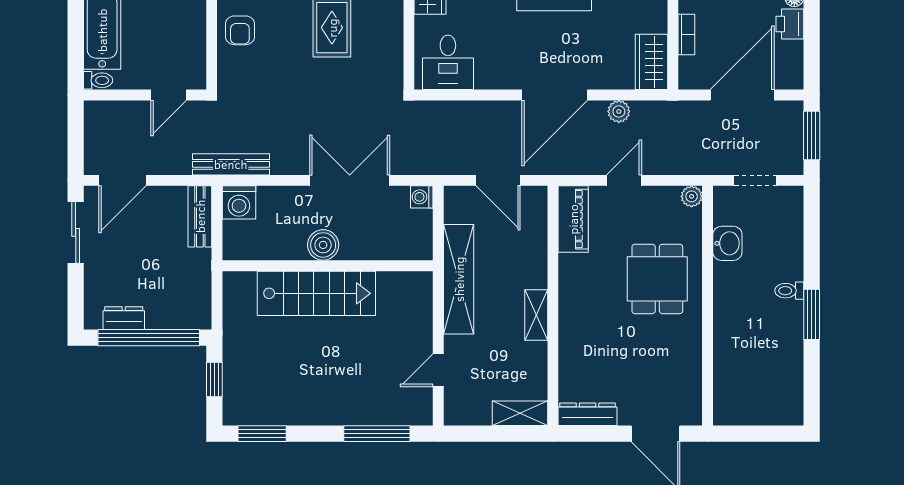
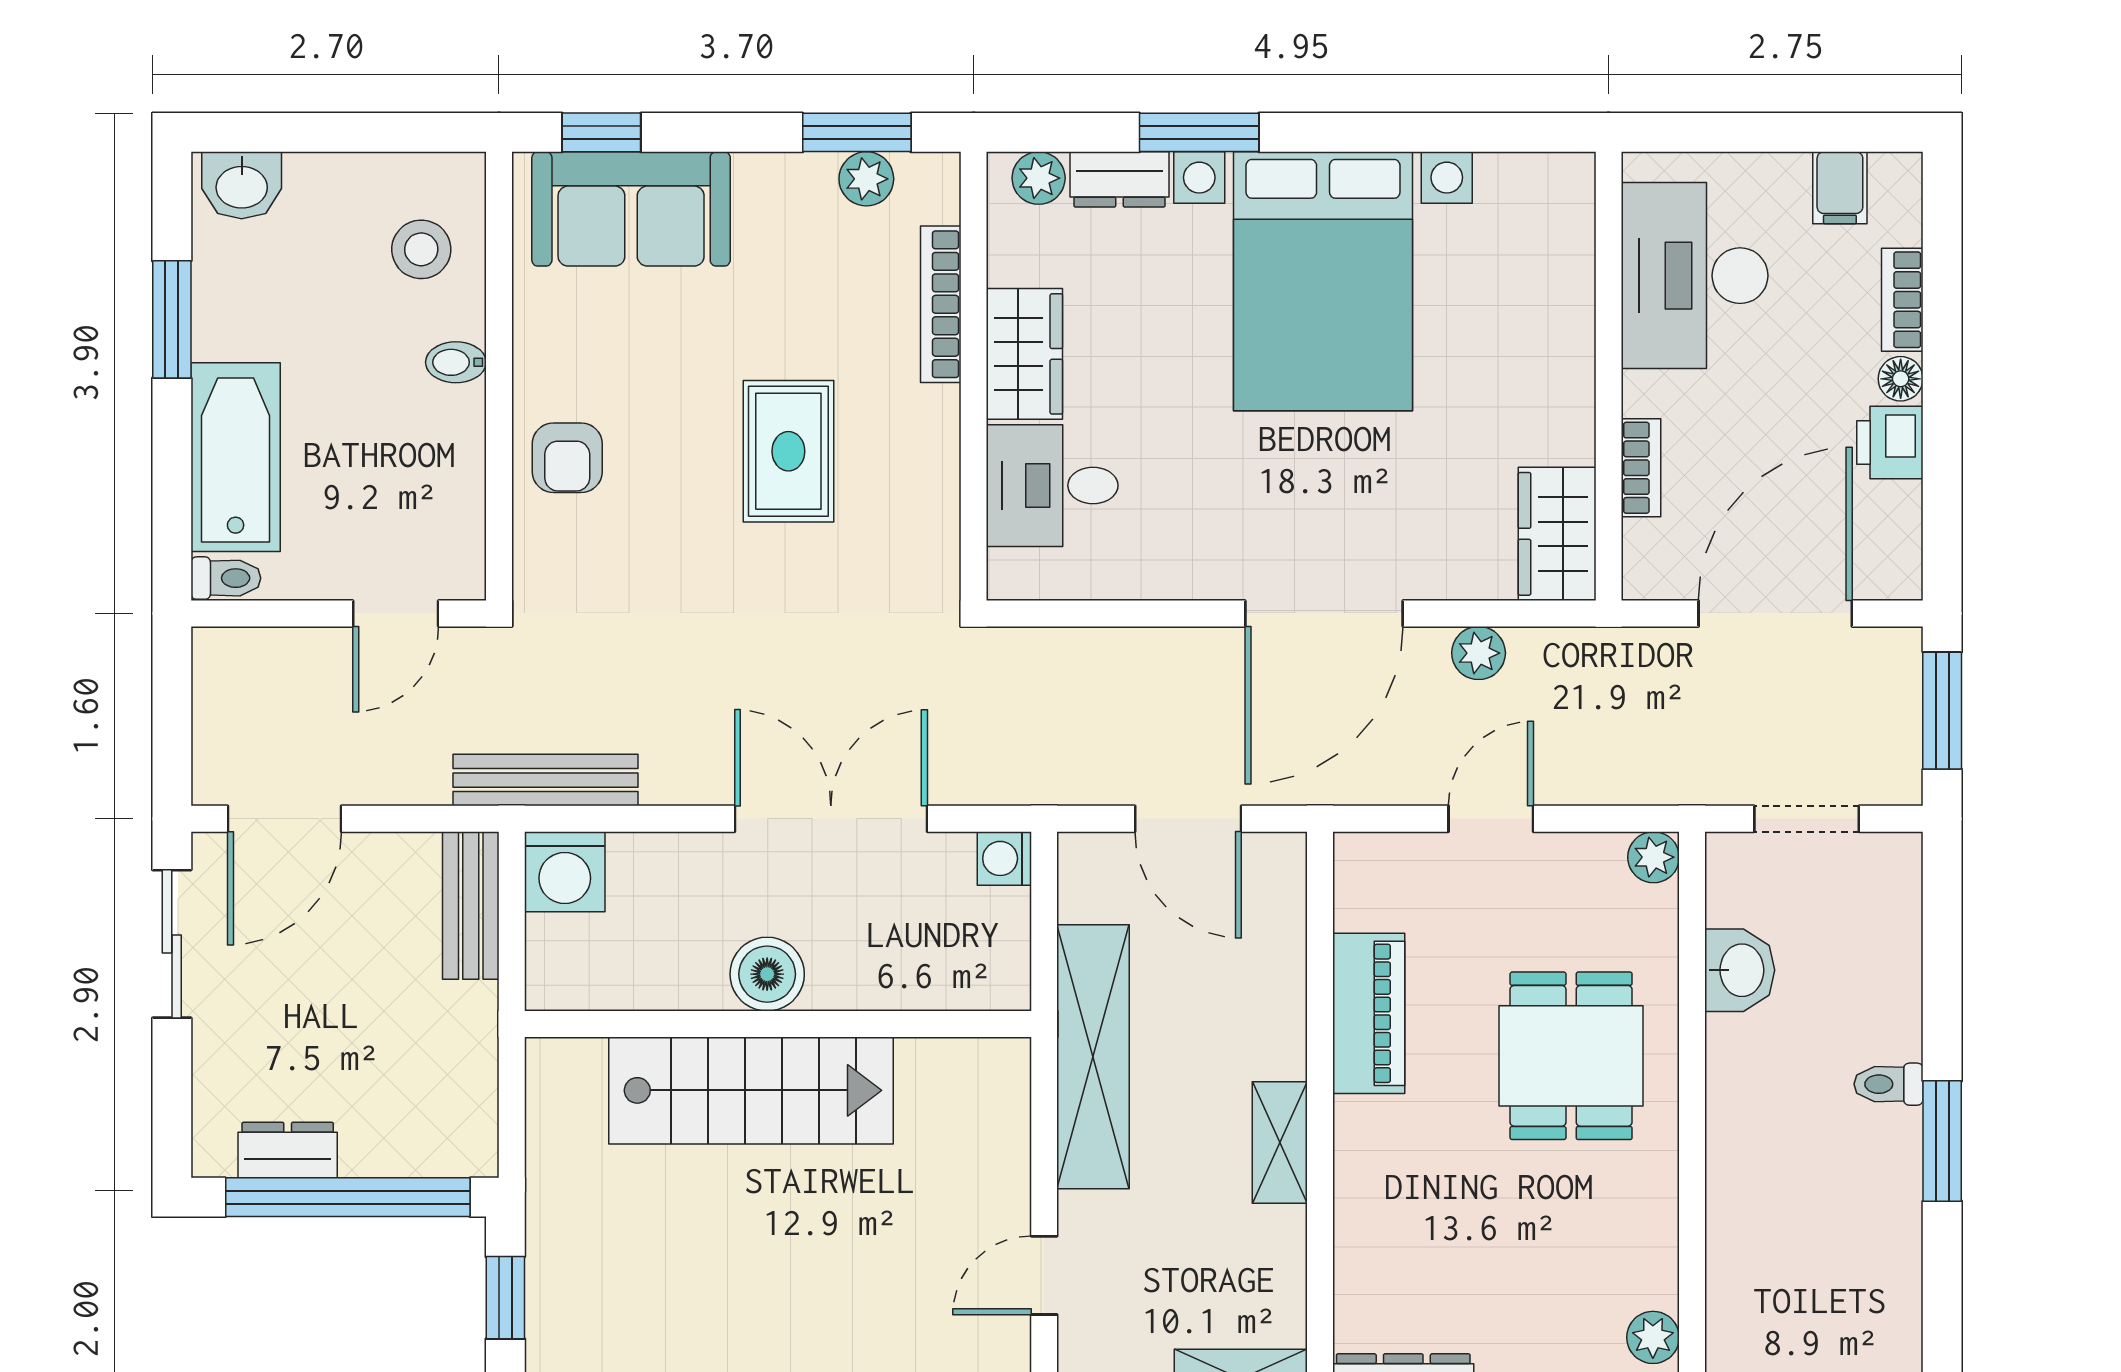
desk: (448, 62) -> (1052, 486), moved, turned 90
piano: (573, 219) -> (1369, 1013), moved
plant: (691, 396) -> (1653, 1337), added

